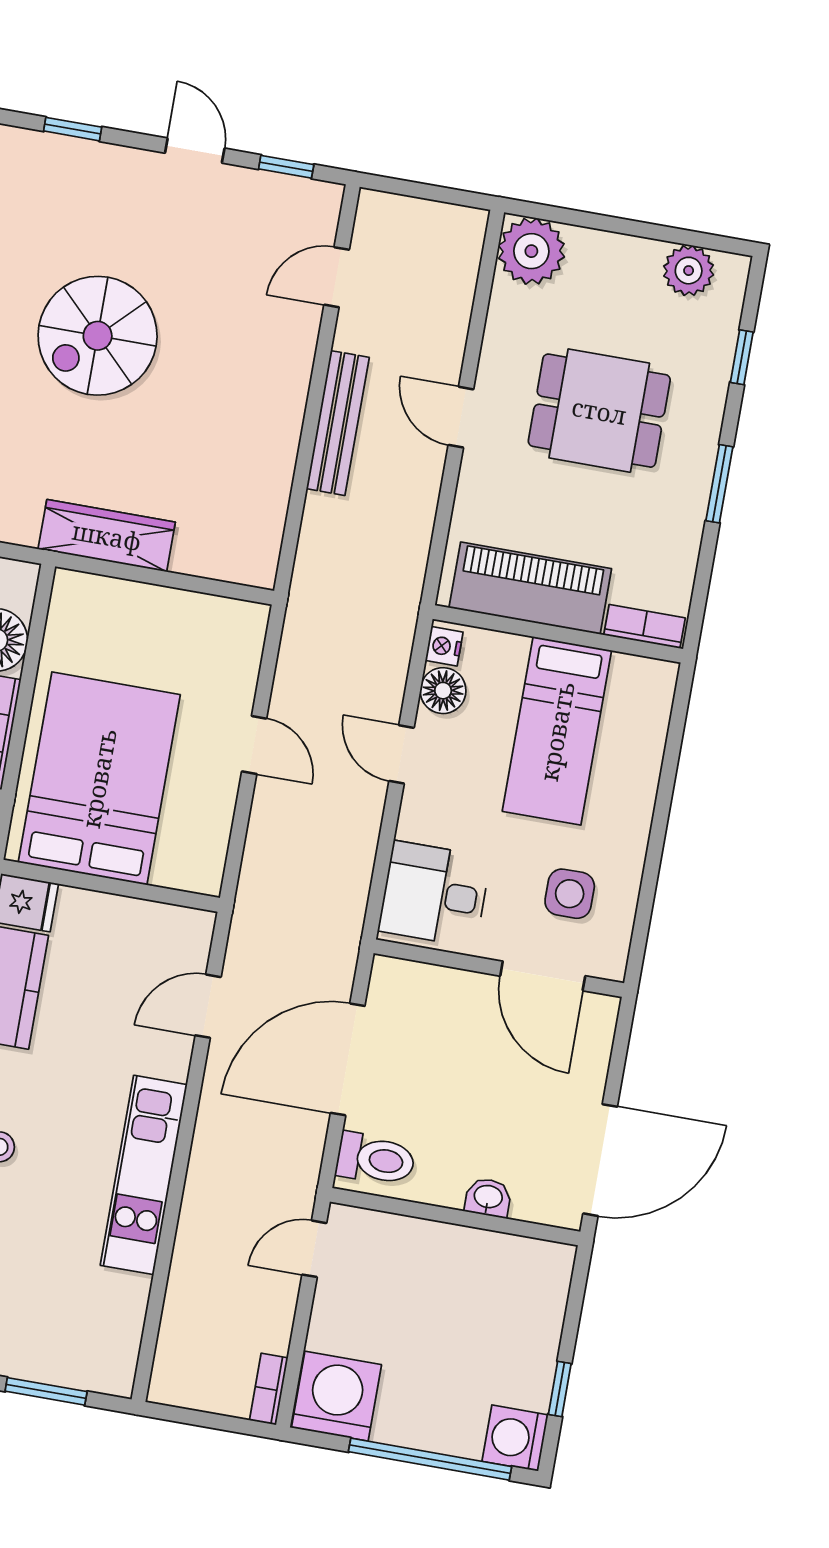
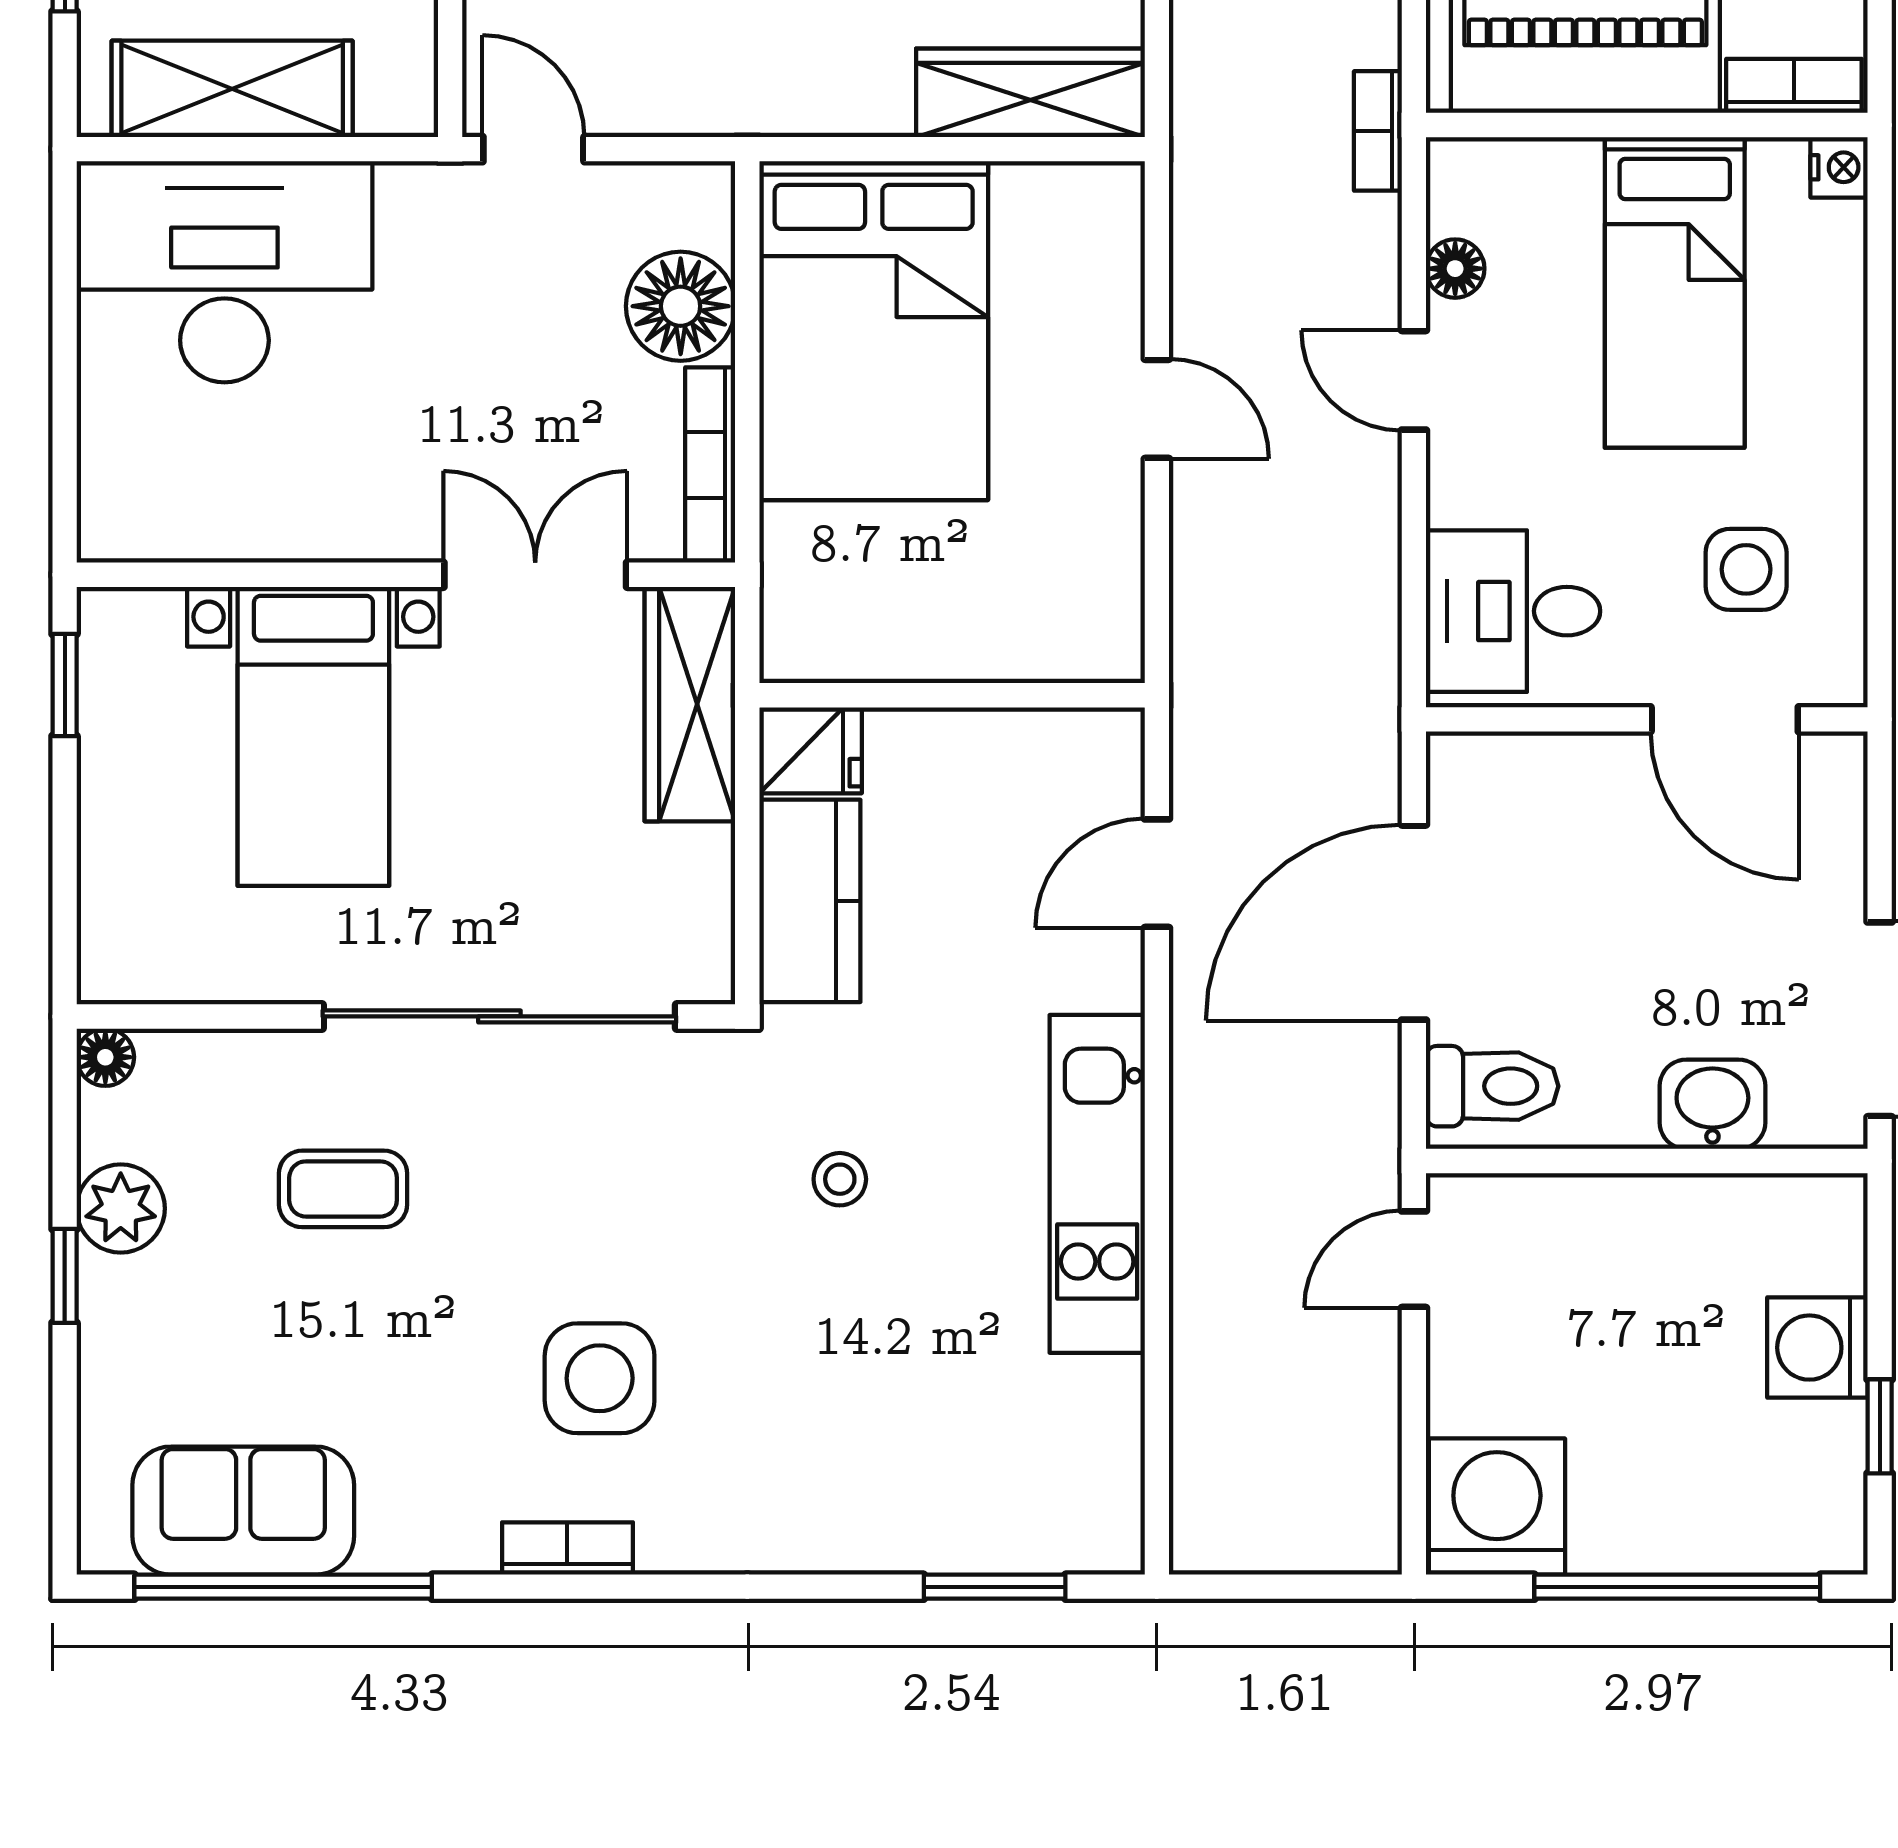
wardrobe: (107, 536) -> (1030, 93), moved
nightstand: (444, 646) -> (1839, 167), moved, turned 180
floor lamp: (443, 691) -> (1455, 269), width x0.73, depth x0.73
bed: (99, 778) -> (874, 331), moved, turned 180
washbasin: (488, 1198) -> (1712, 1104), width x1.38, depth x1.45
bookcase: (269, 1389) -> (1378, 131), moved
washing machine: (515, 1438) -> (1817, 1348), moved

